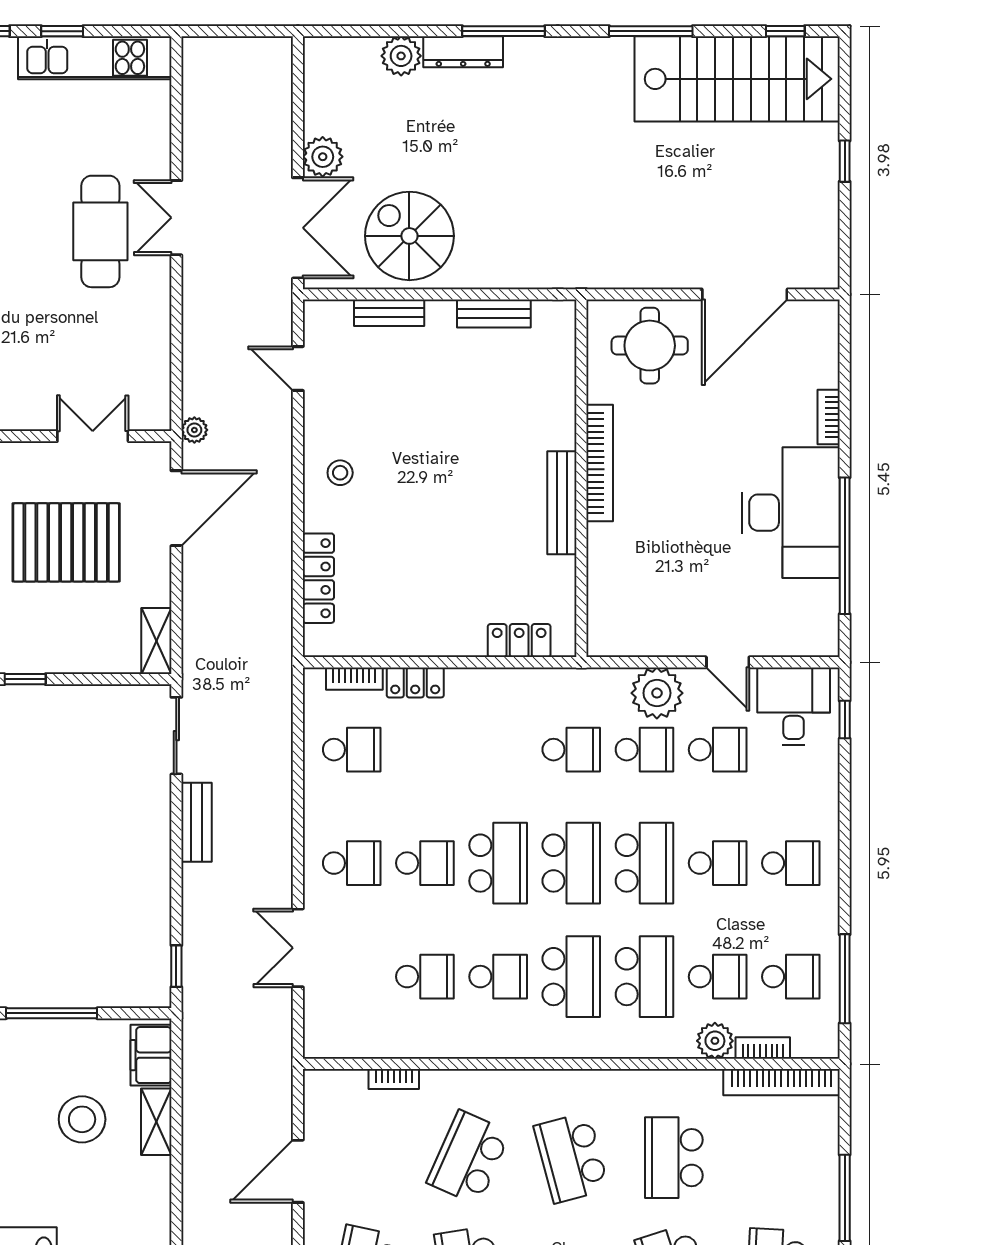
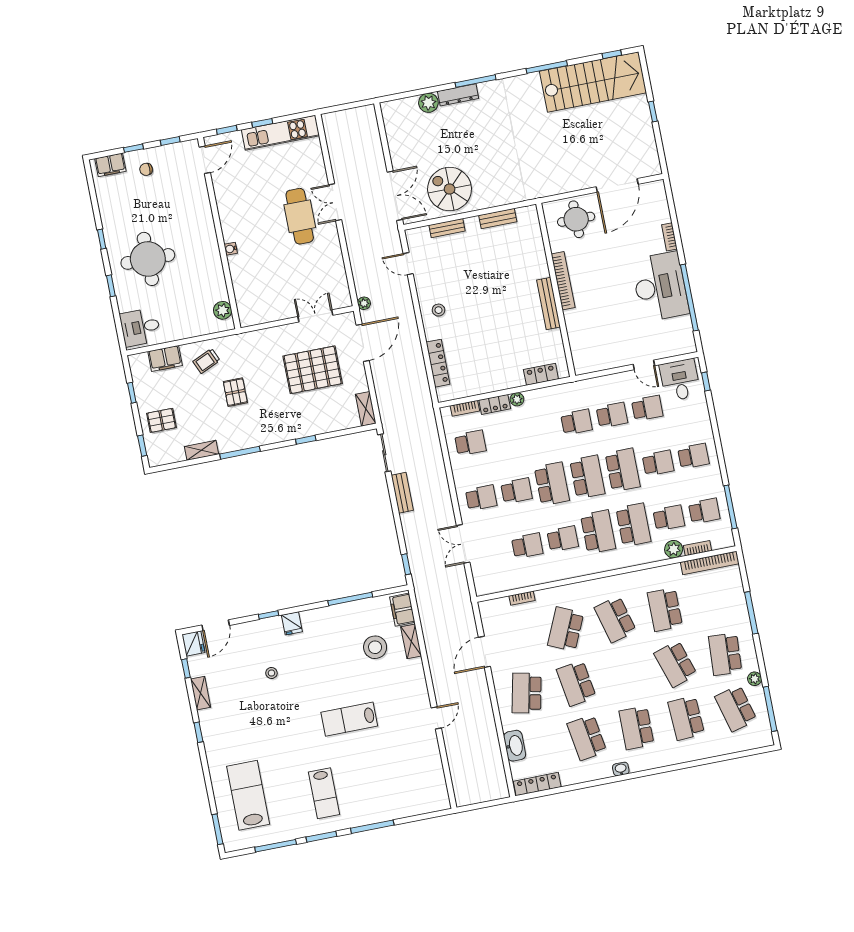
plant: (323, 157) -> (400, 159), removed
plant: (657, 693) -> (517, 399), moved, width x0.53, depth x0.53

